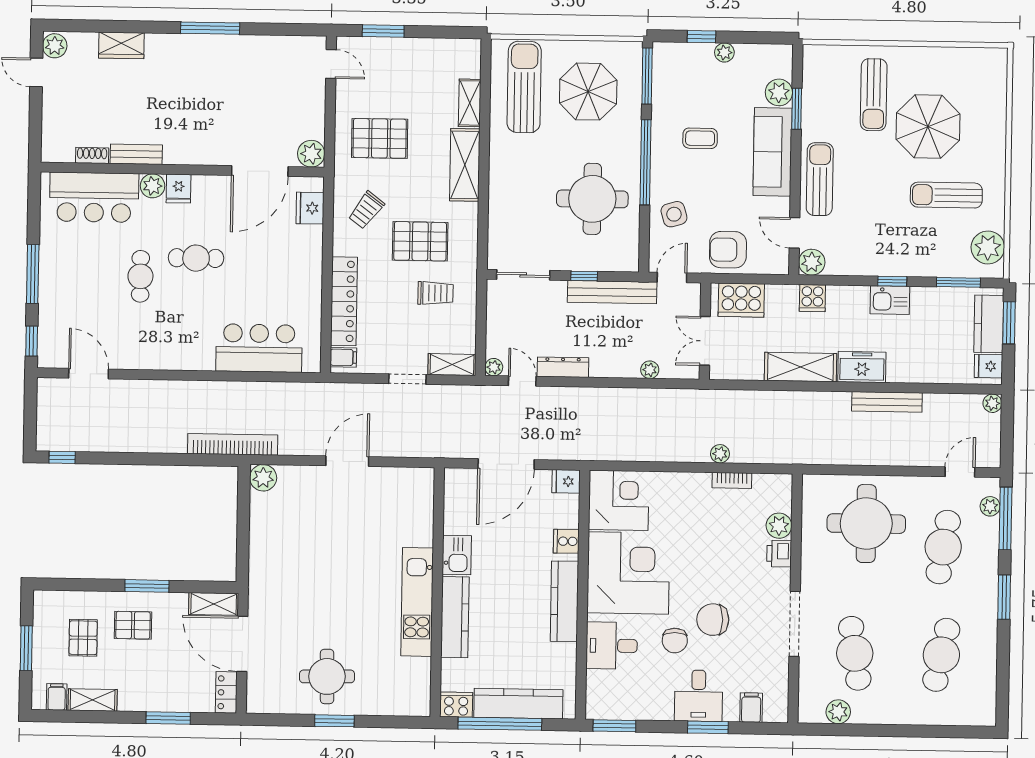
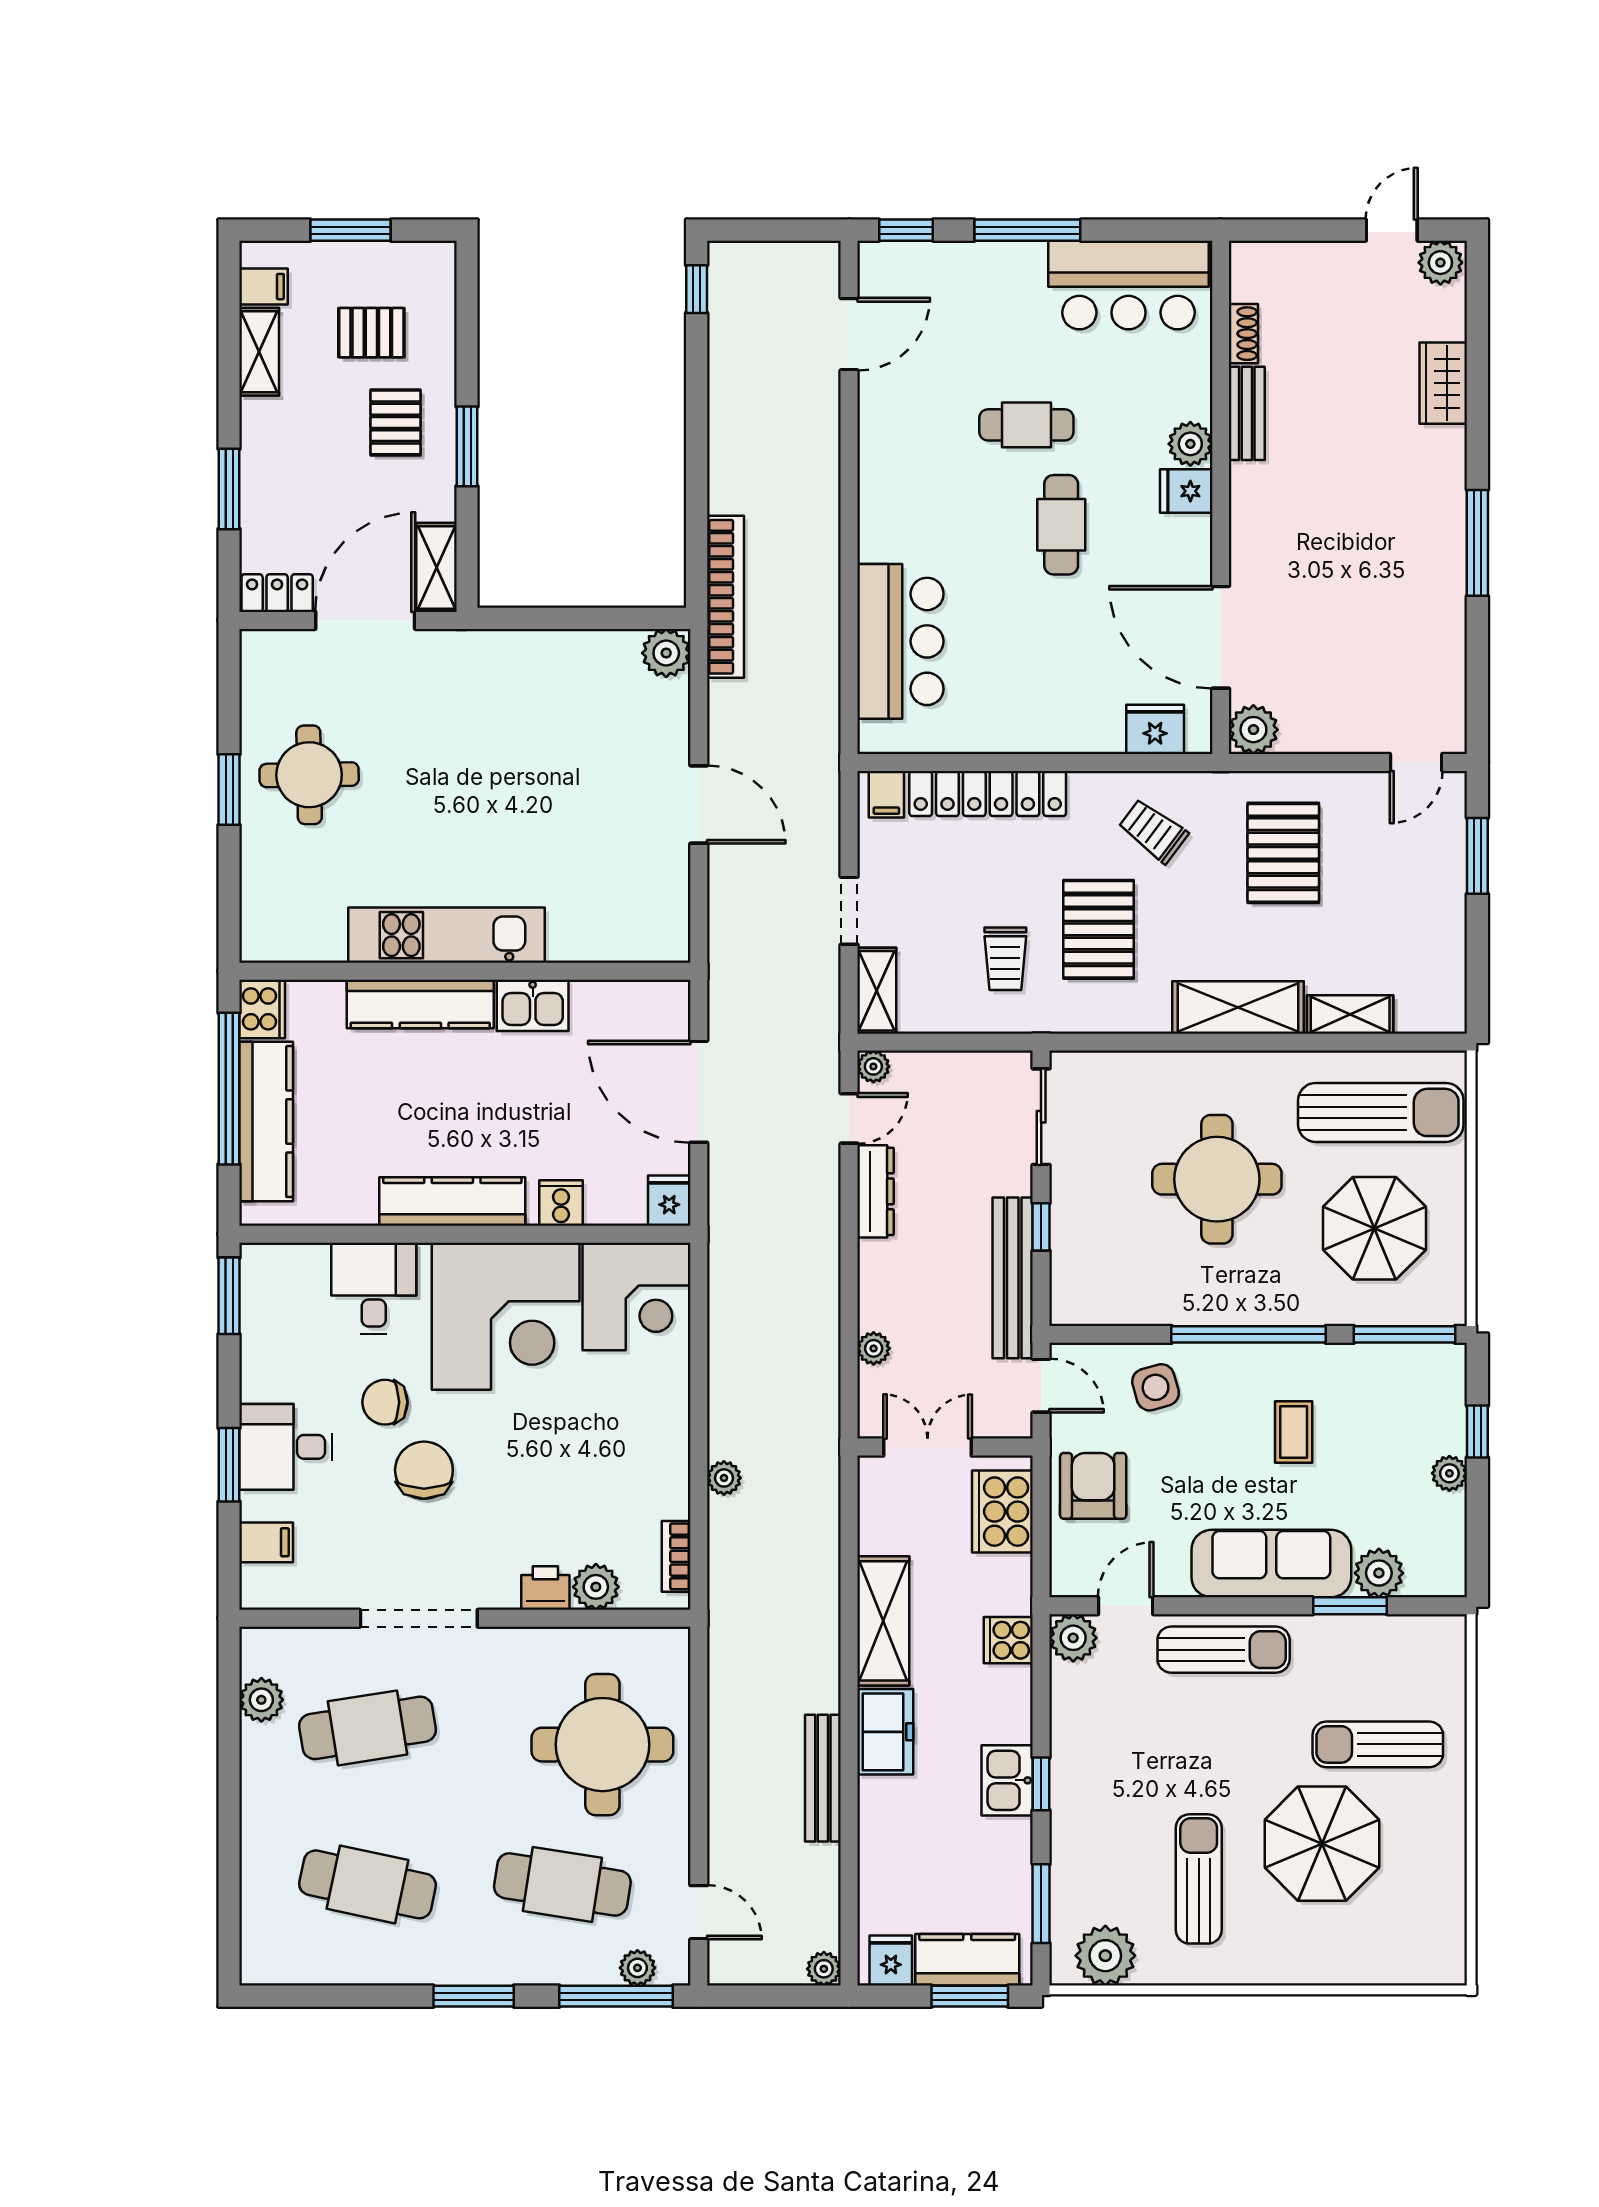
bar counter: (94, 197) -> (1129, 285), moved, turned -90
round table: (592, 199) -> (1217, 1179), moved
bookcase: (732, 480) -> (676, 1556), moved

